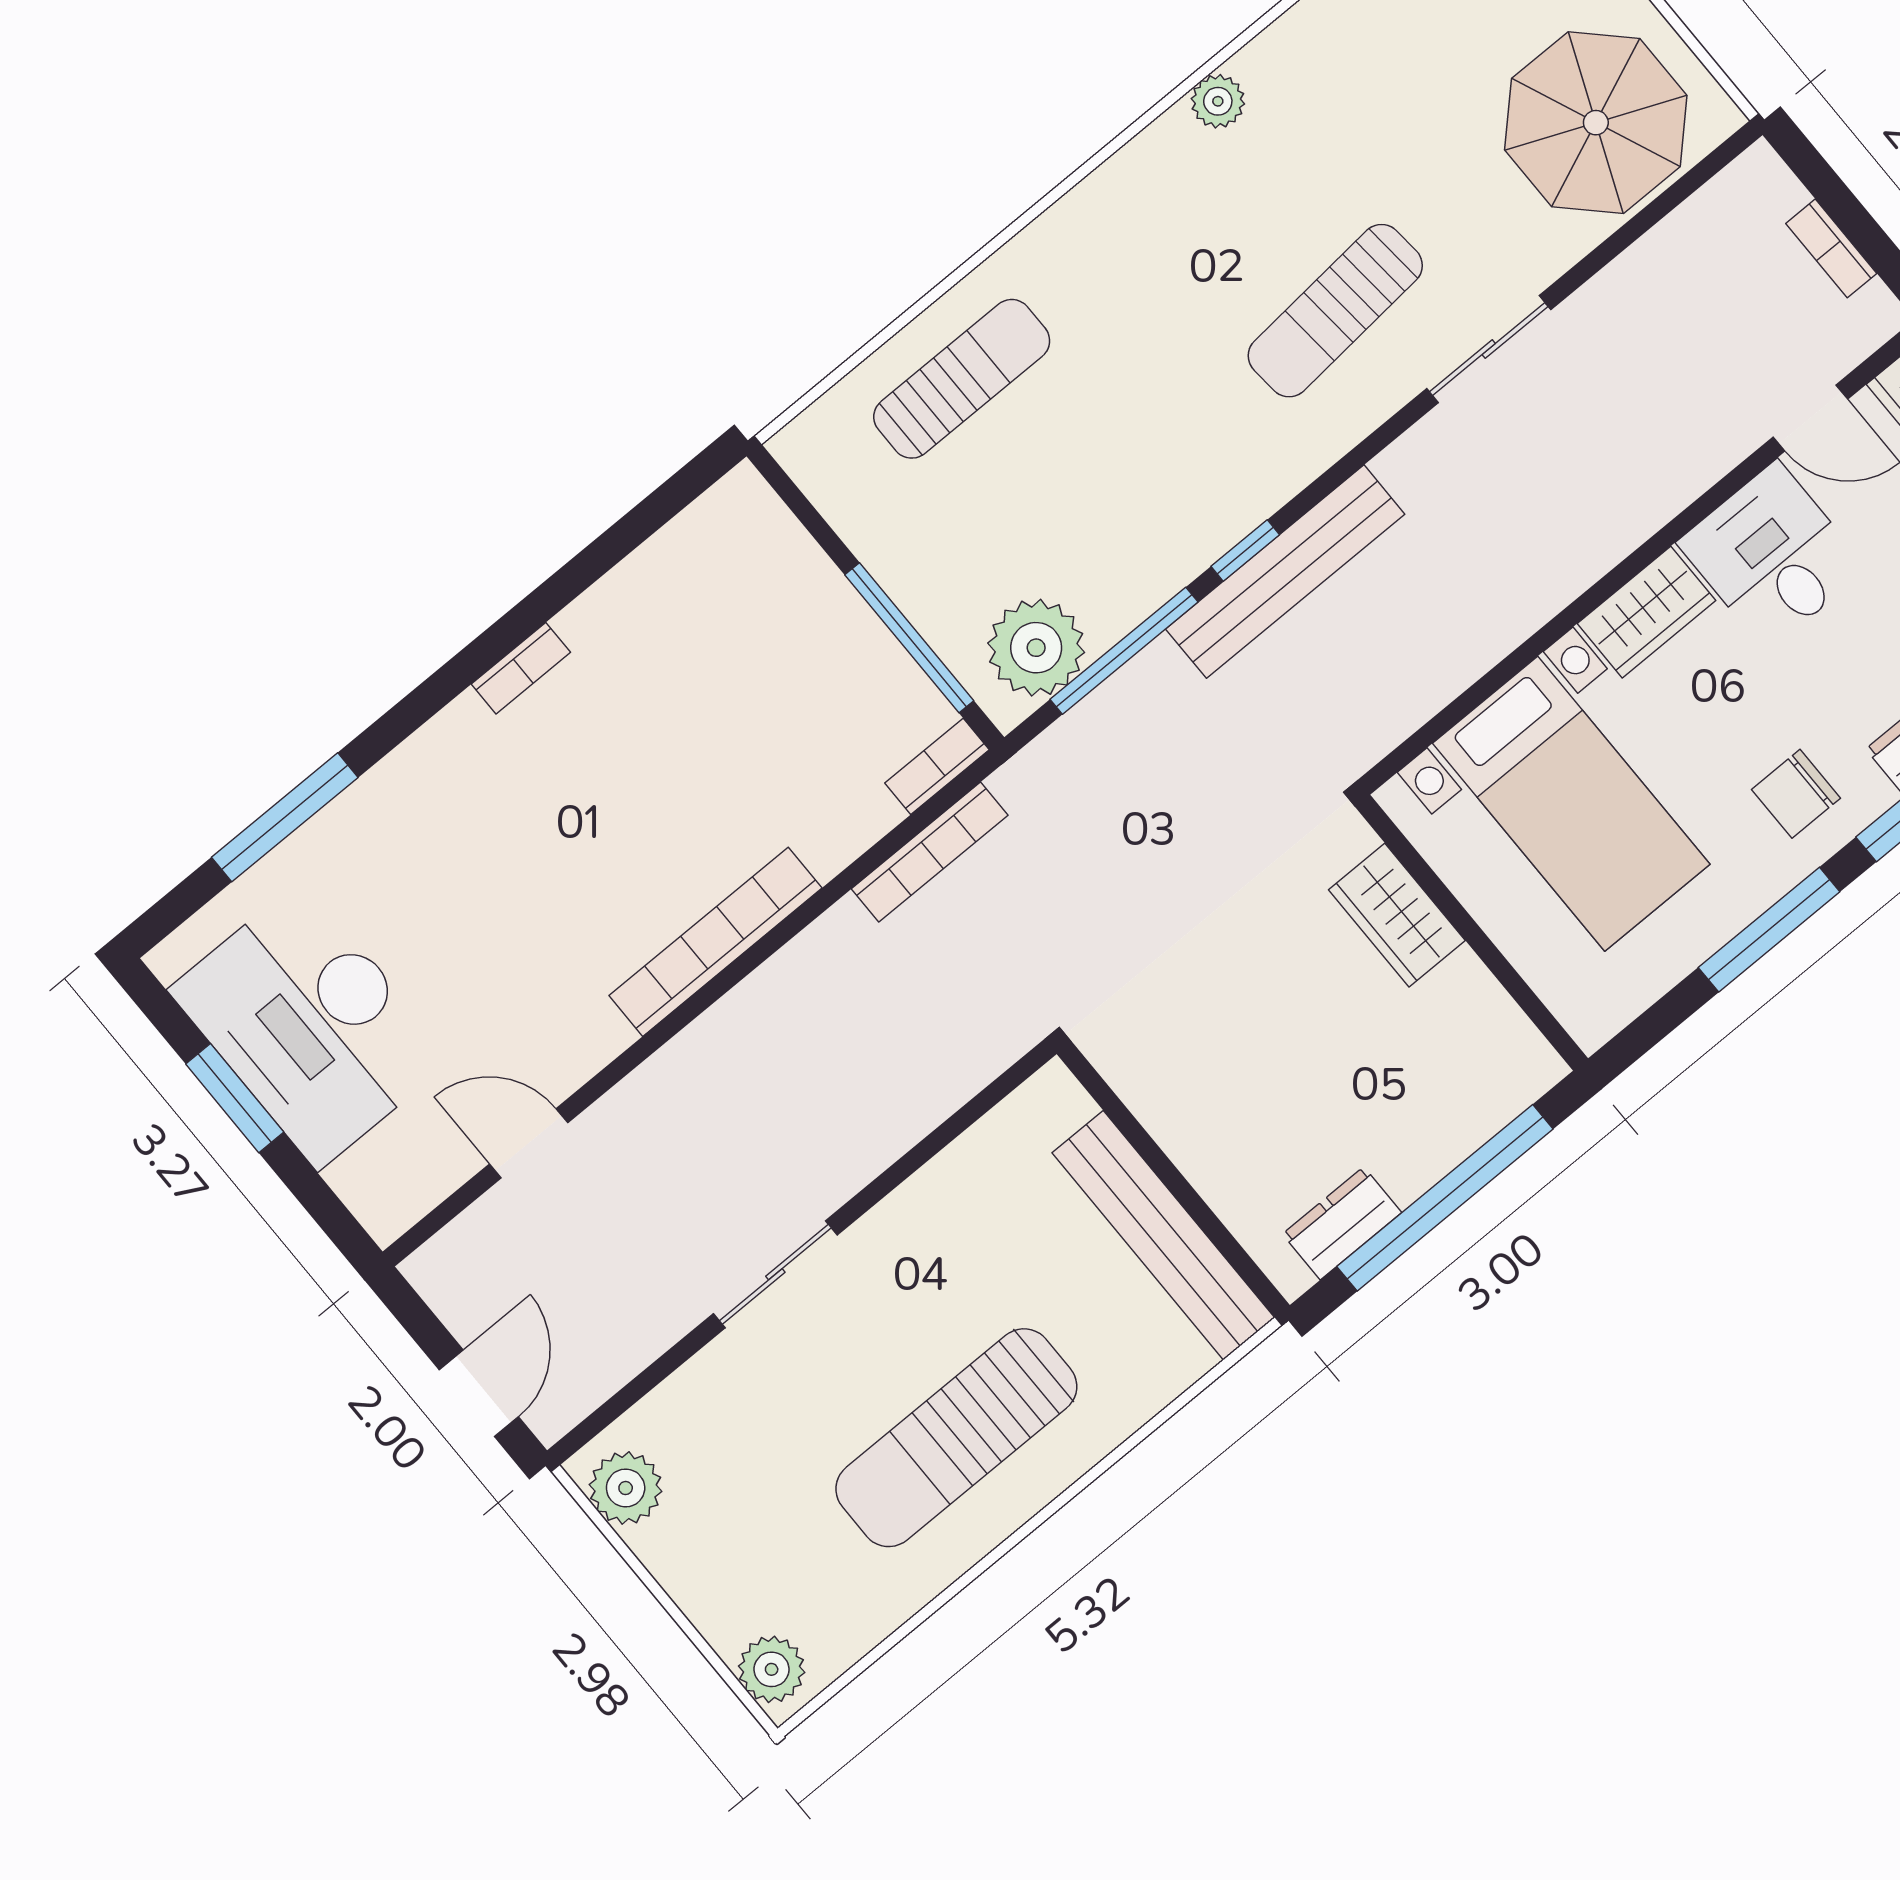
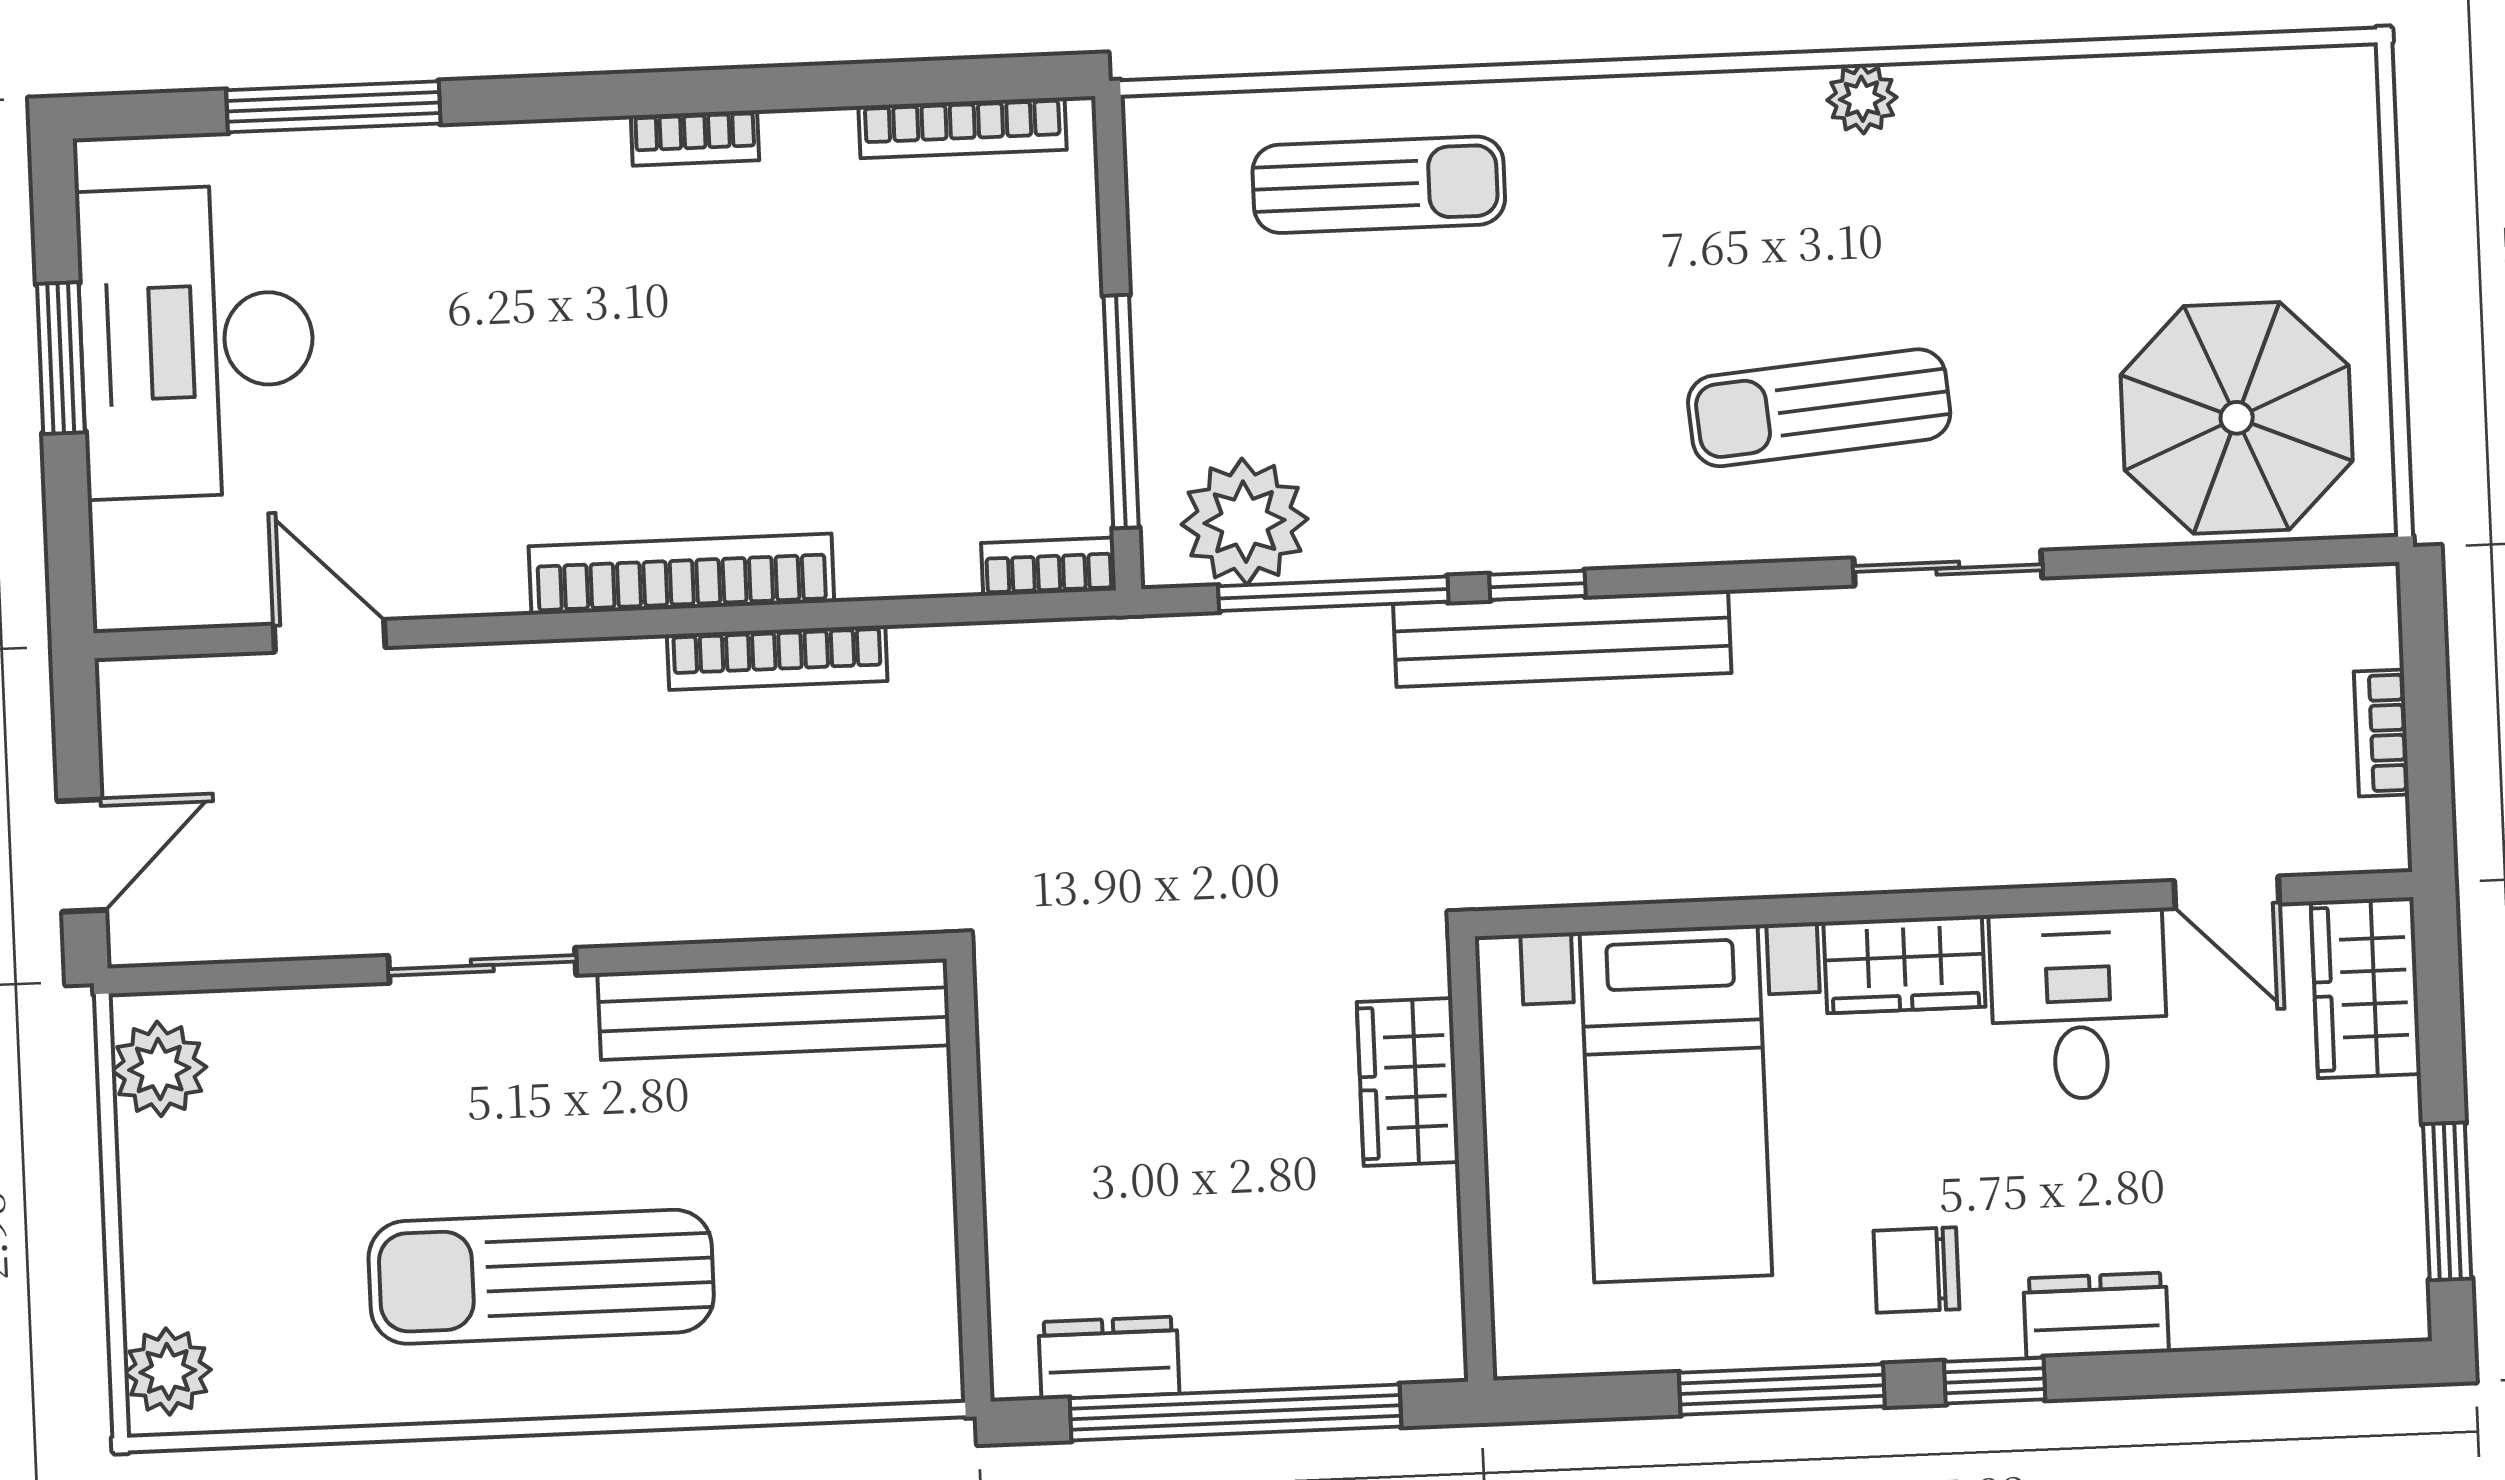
bookcase: (680, 538) -> (962, 128), added
bookcase: (930, 852) -> (777, 658), moved
bench: (1163, 1235) -> (774, 1009), moved, turned 90

